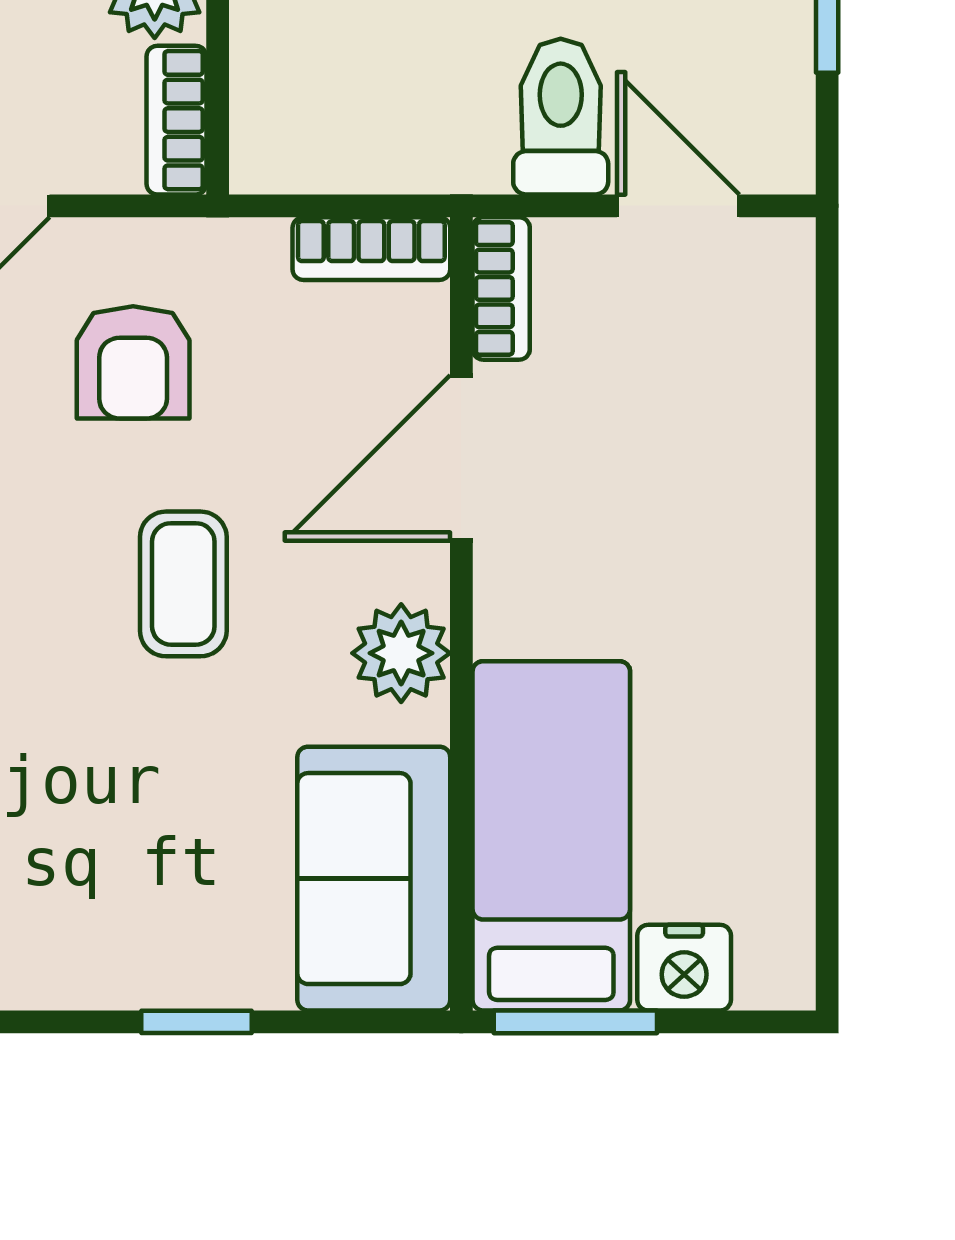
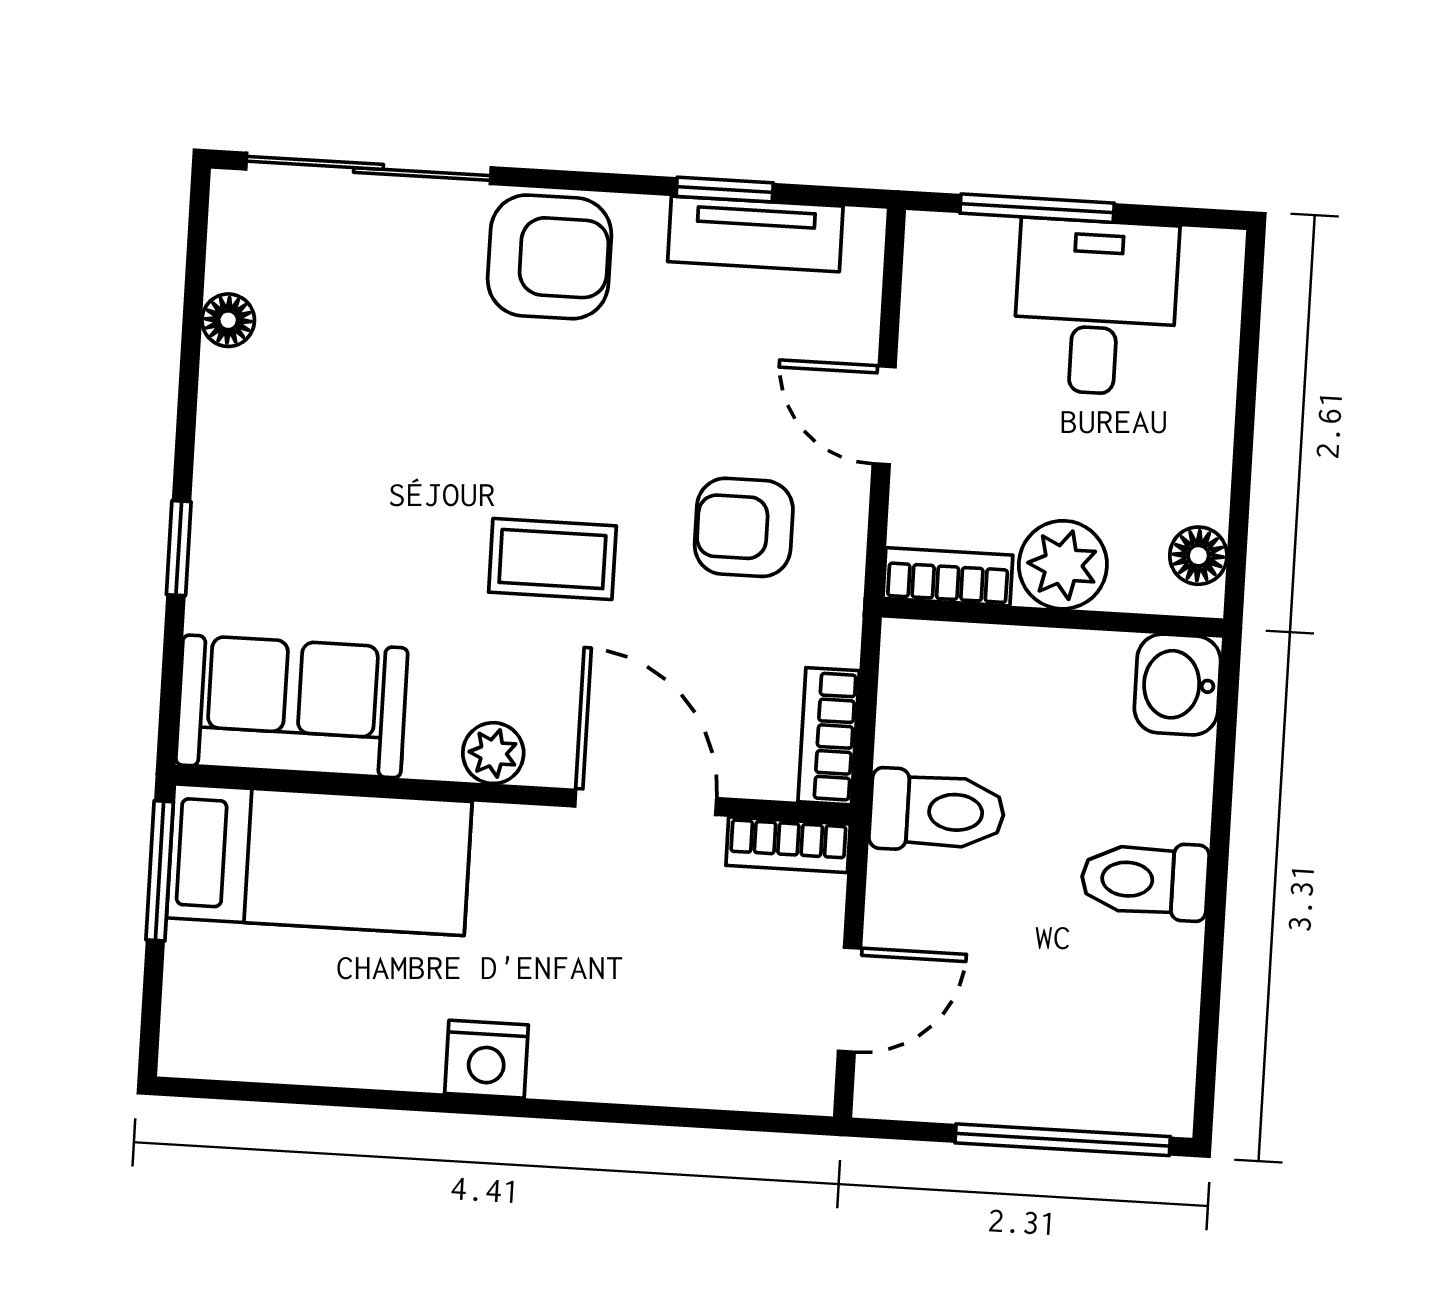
toilet: (561, 117) -> (937, 811), moved
plant: (401, 653) -> (493, 753), width x0.73, depth x0.73
nightstand: (684, 968) -> (487, 1059), moved, turned -90

